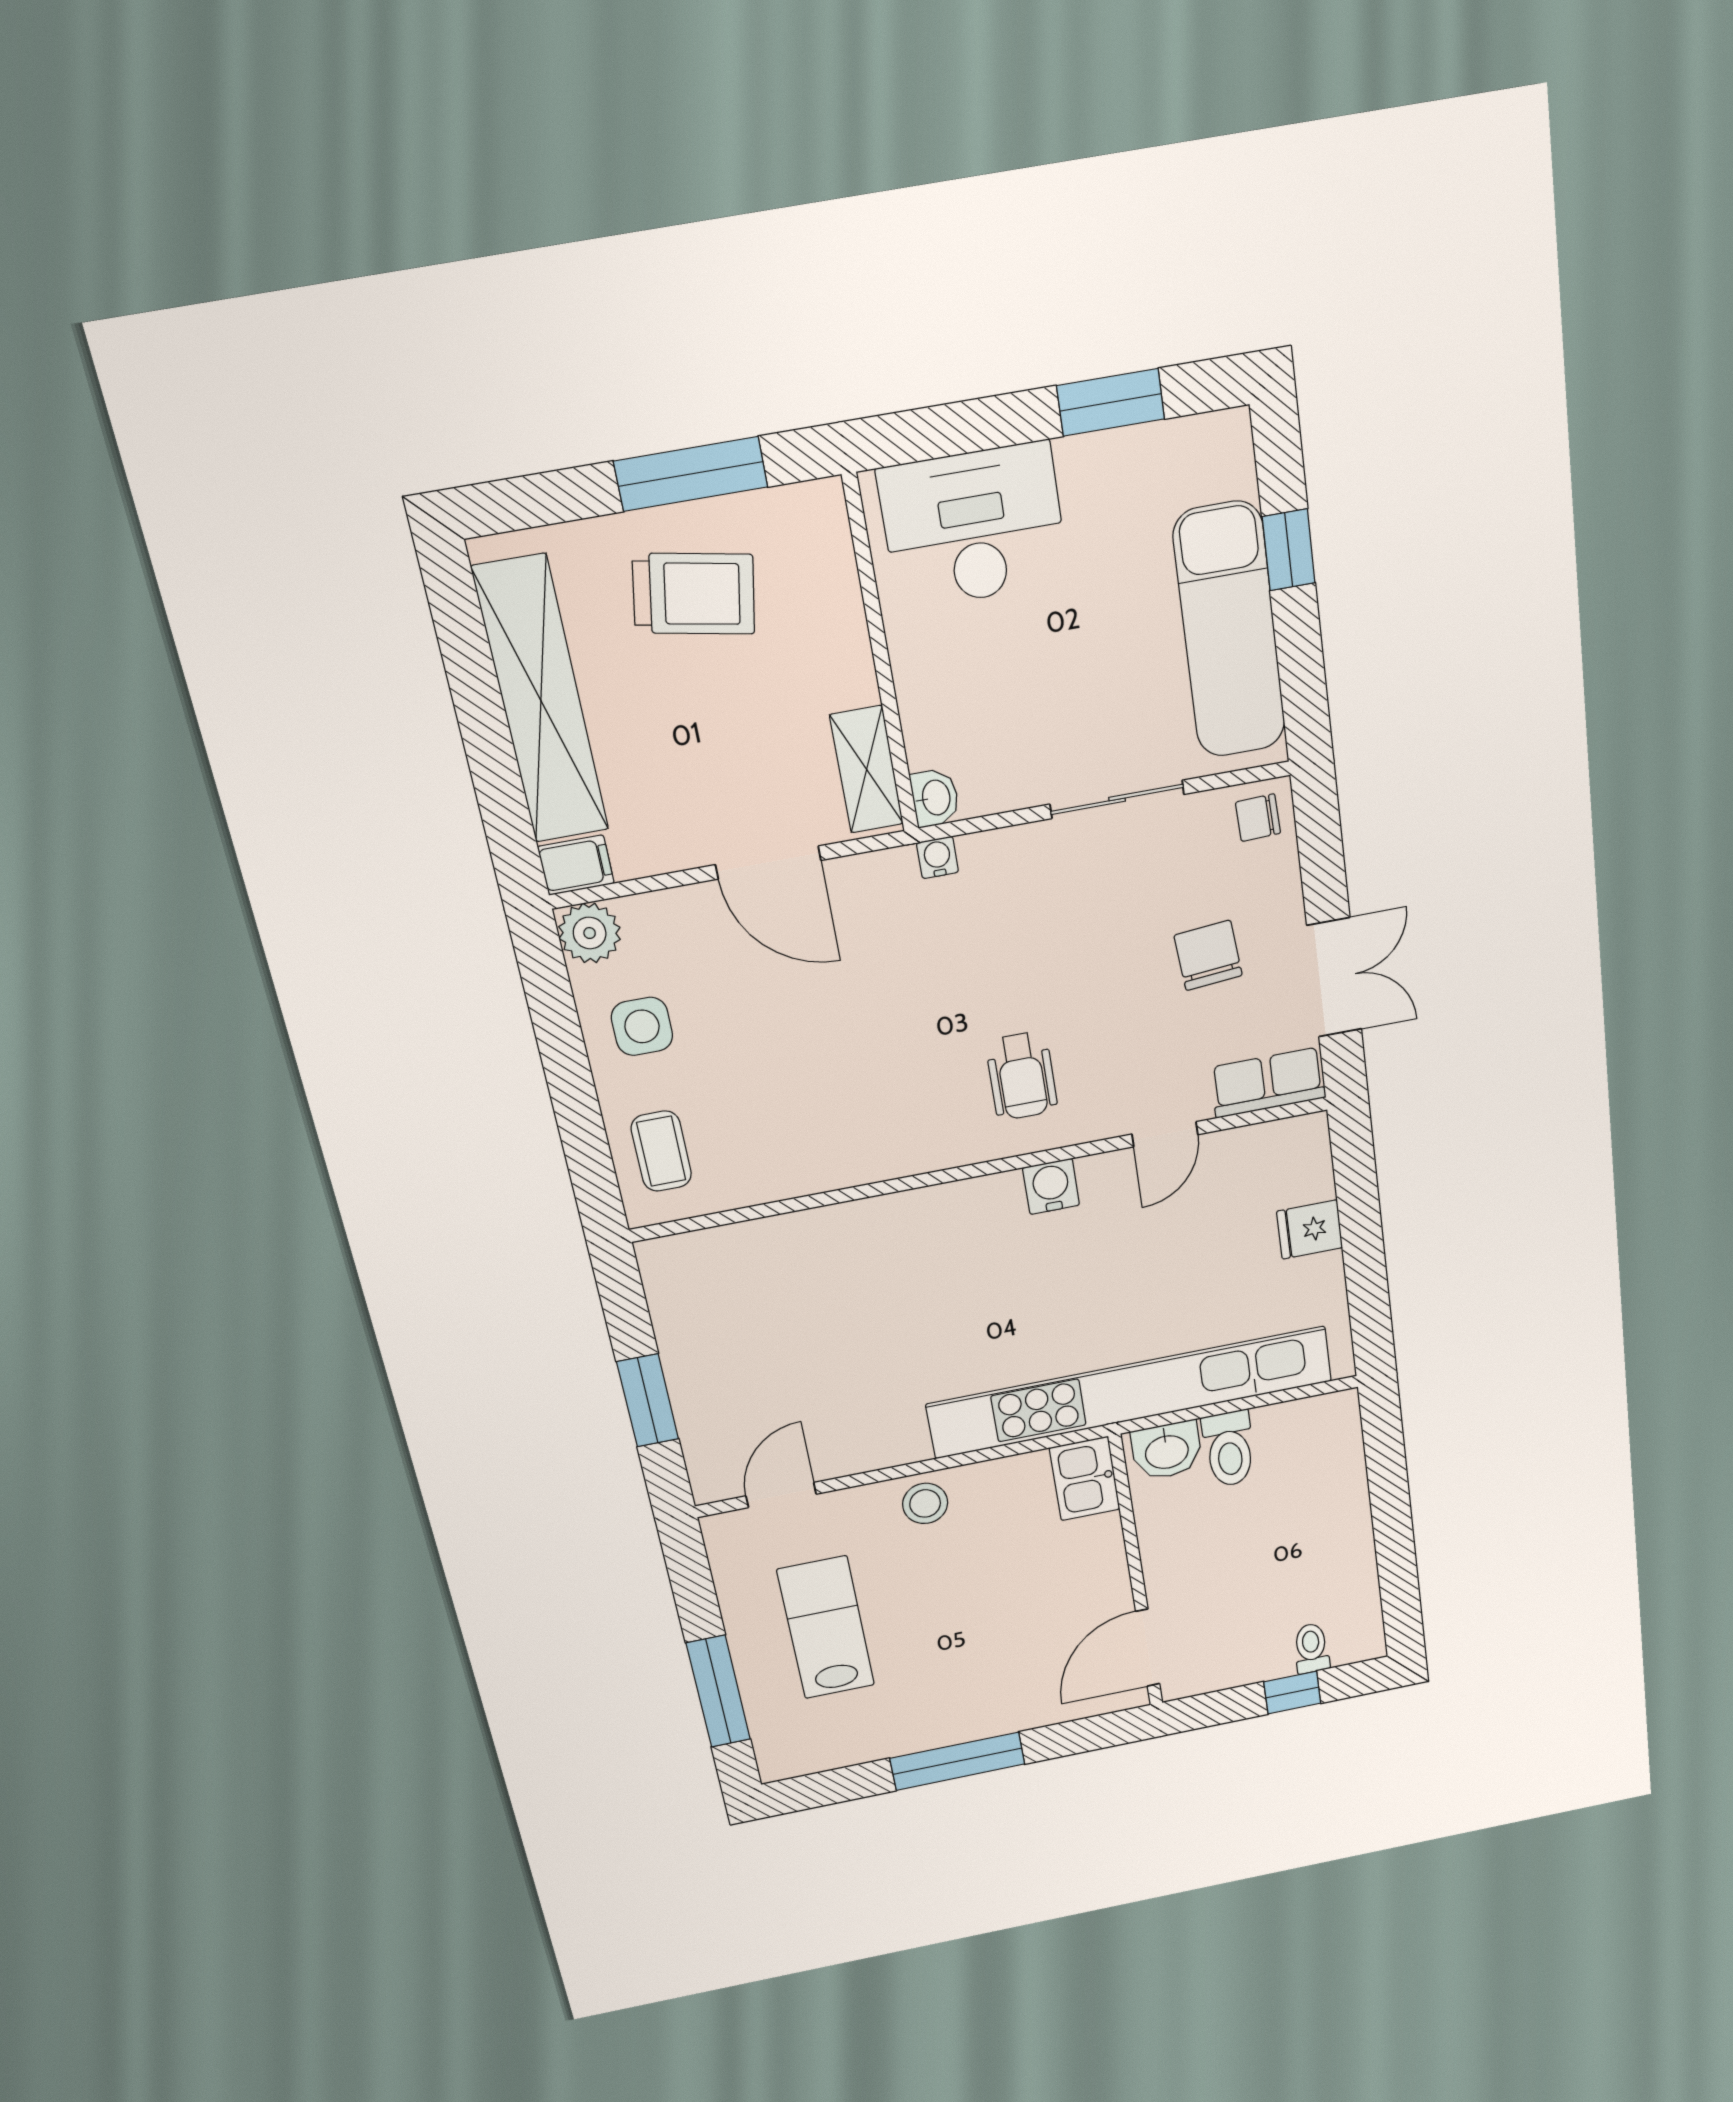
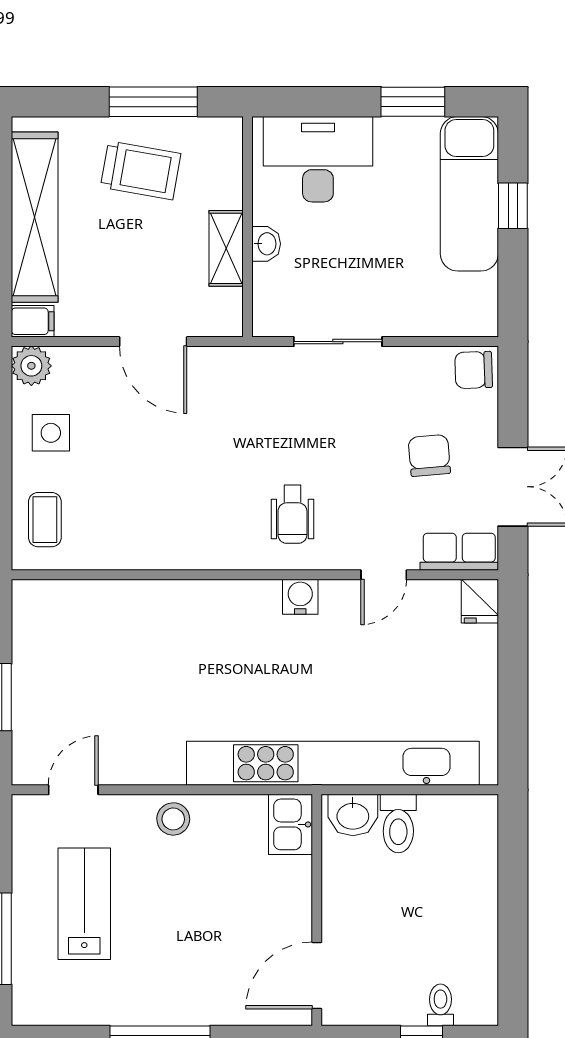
exam couch: (1230, 631) -> (469, 194), moved
shelving: (867, 769) -> (226, 248), moved
washbasin: (935, 798) -> (266, 244), moved
sliding door: (1117, 799) -> (338, 342), moved
chair: (1258, 818) -> (474, 370), width x1.37, depth x1.37
water cooler: (937, 857) -> (261, 358), removed
fridge: (1310, 1229) -> (480, 601), moved, turned -90

